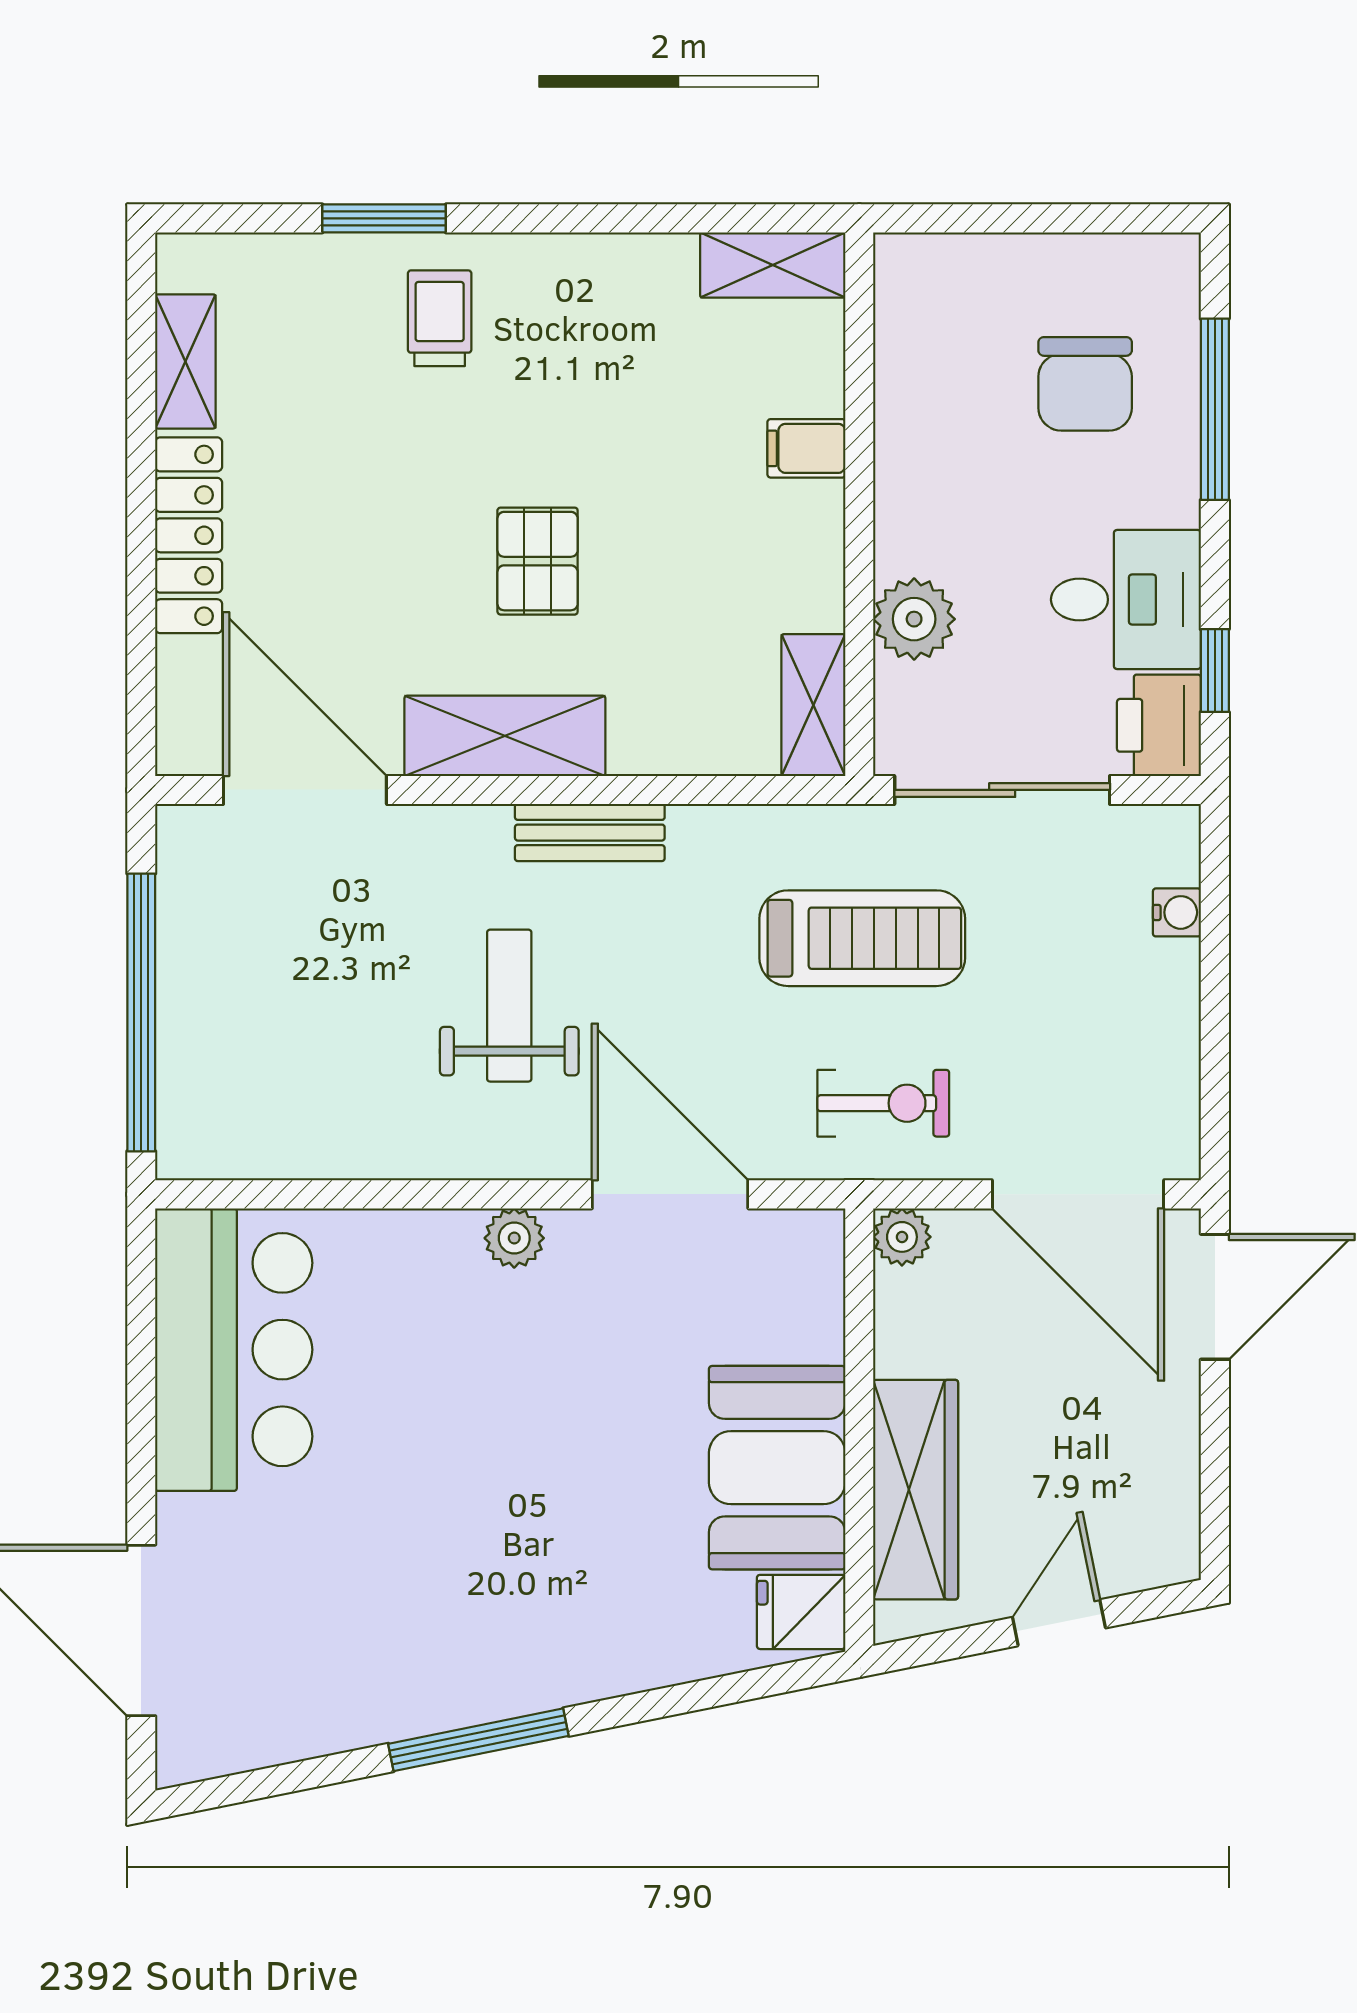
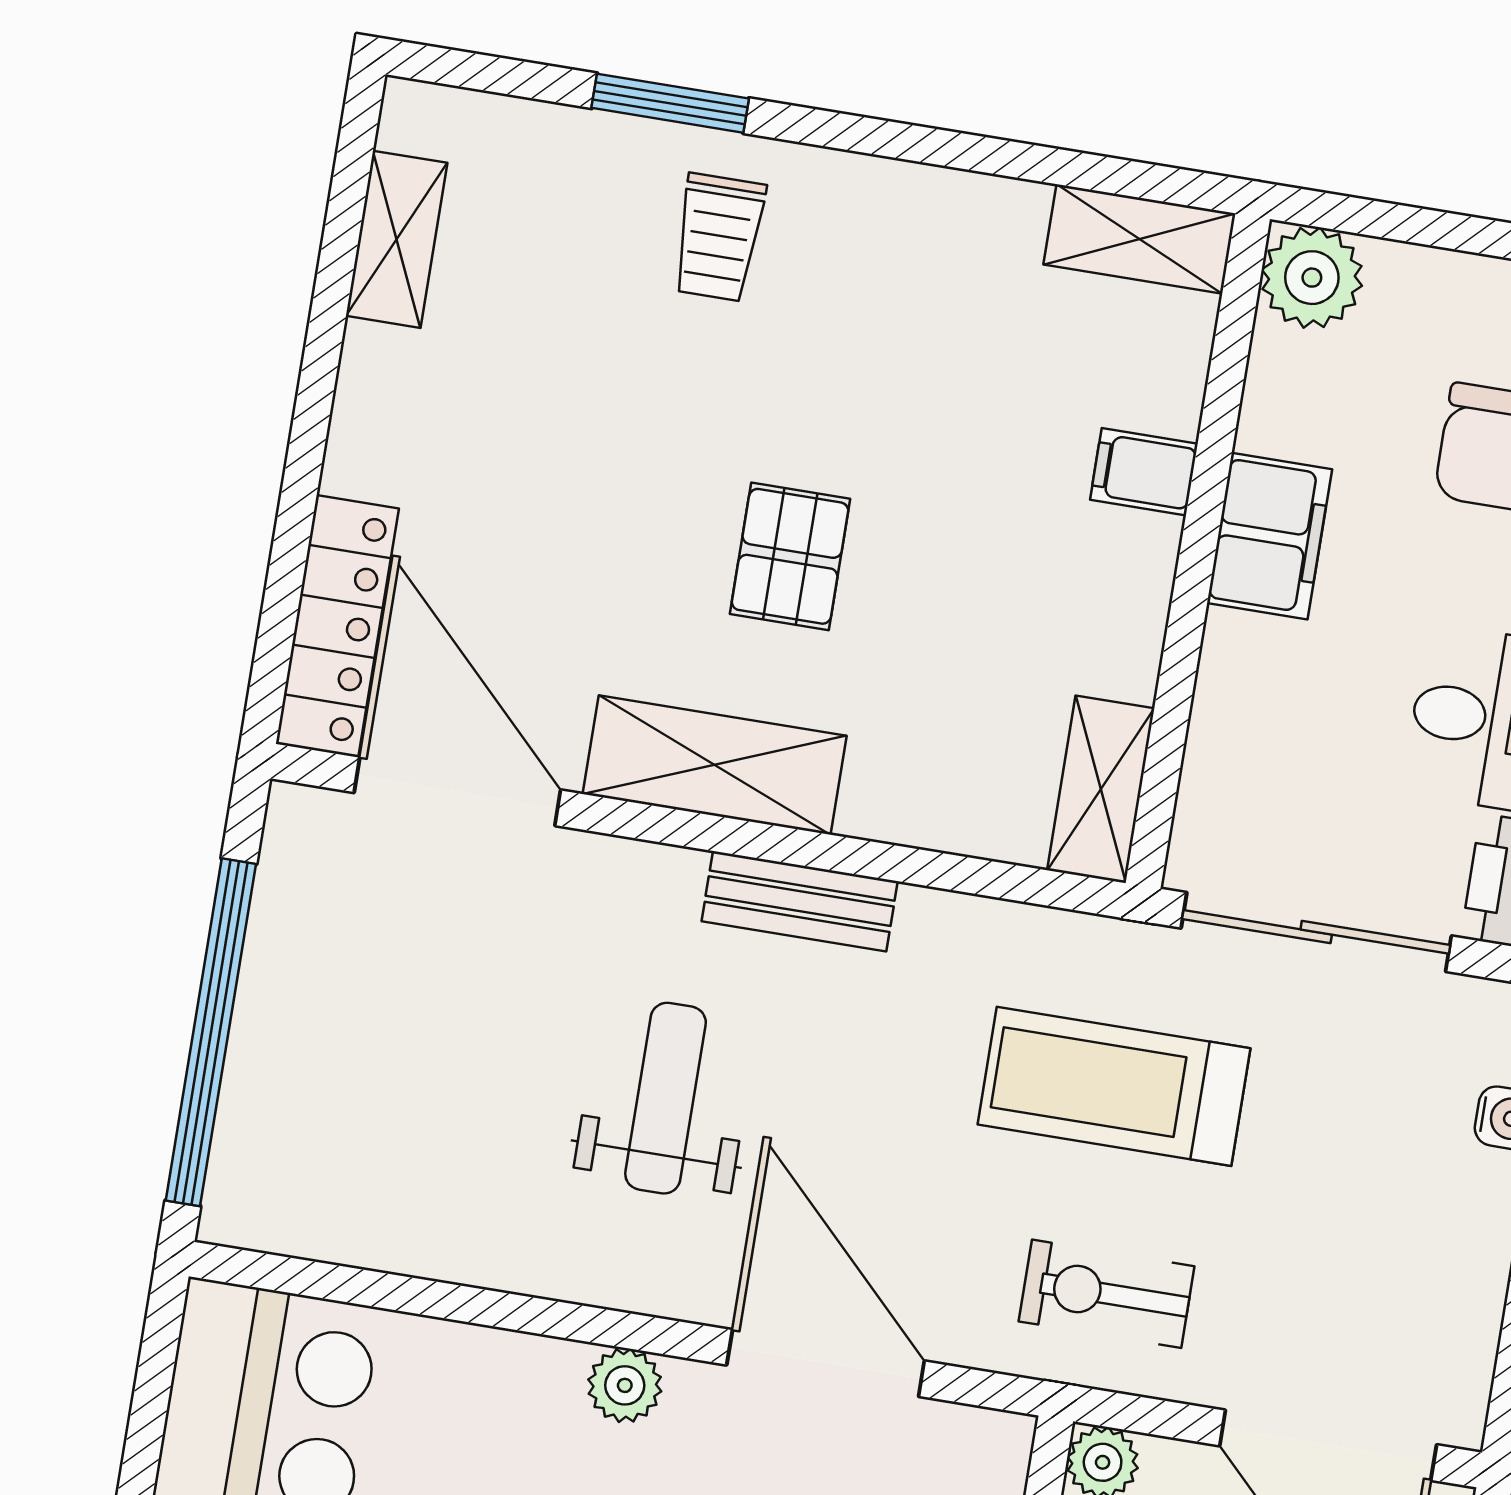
trolley: (440, 318) -> (718, 237), turned 180
filing cabinet: (914, 483) -> (1269, 536), added
locker: (189, 535) -> (337, 626), moved
plant: (914, 619) -> (1312, 278), moved
treadmill: (862, 938) -> (1114, 1086), turned 180
exercise bike: (883, 1103) -> (1107, 1294), turned 180

